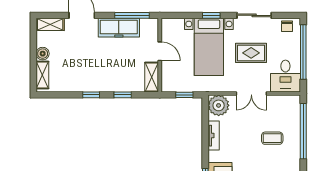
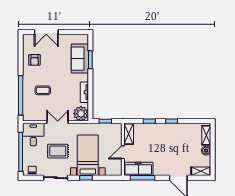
freezer: (119, 28) -> (138, 169), moved
door: (160, 51) -> (123, 152), hinge flipped

